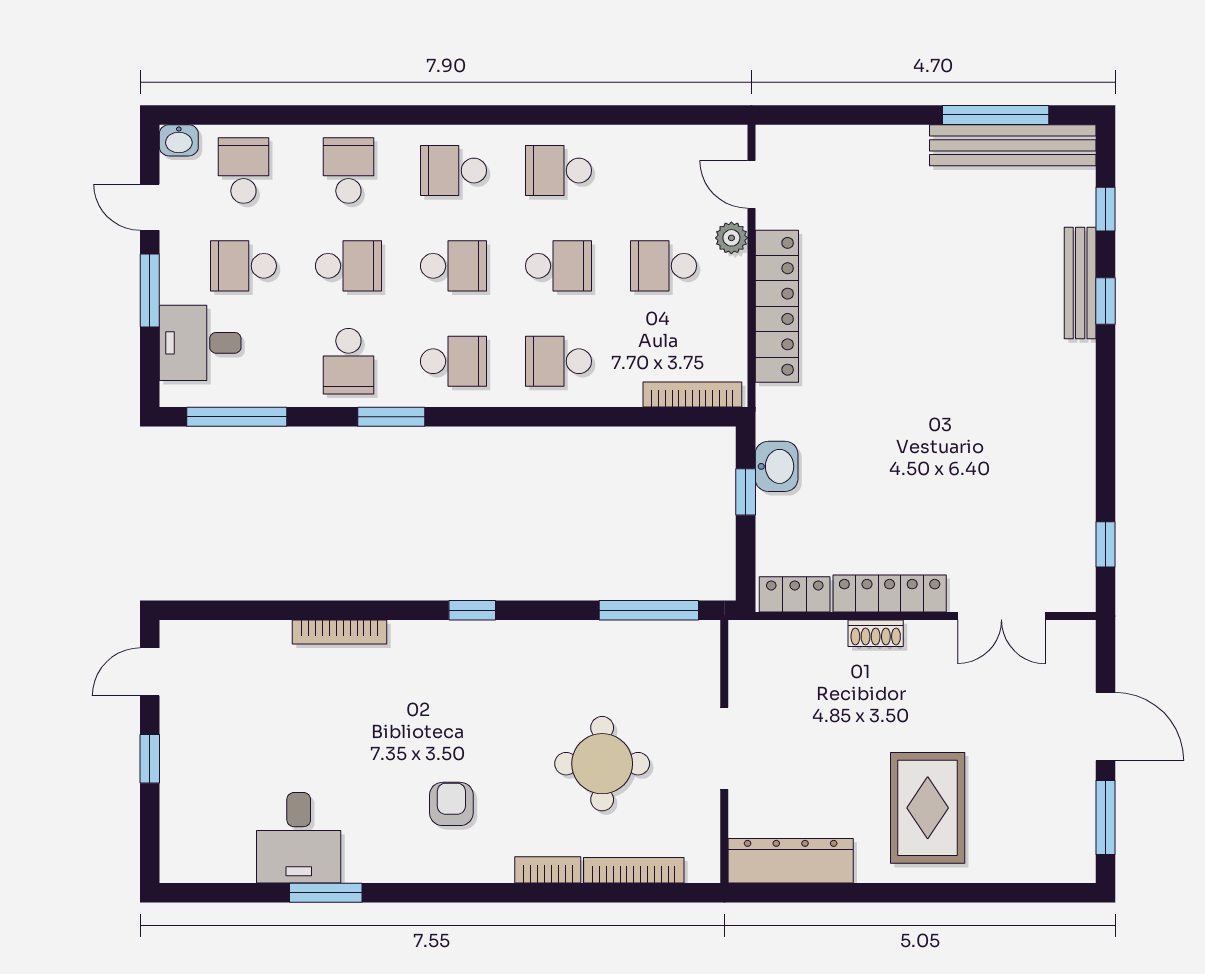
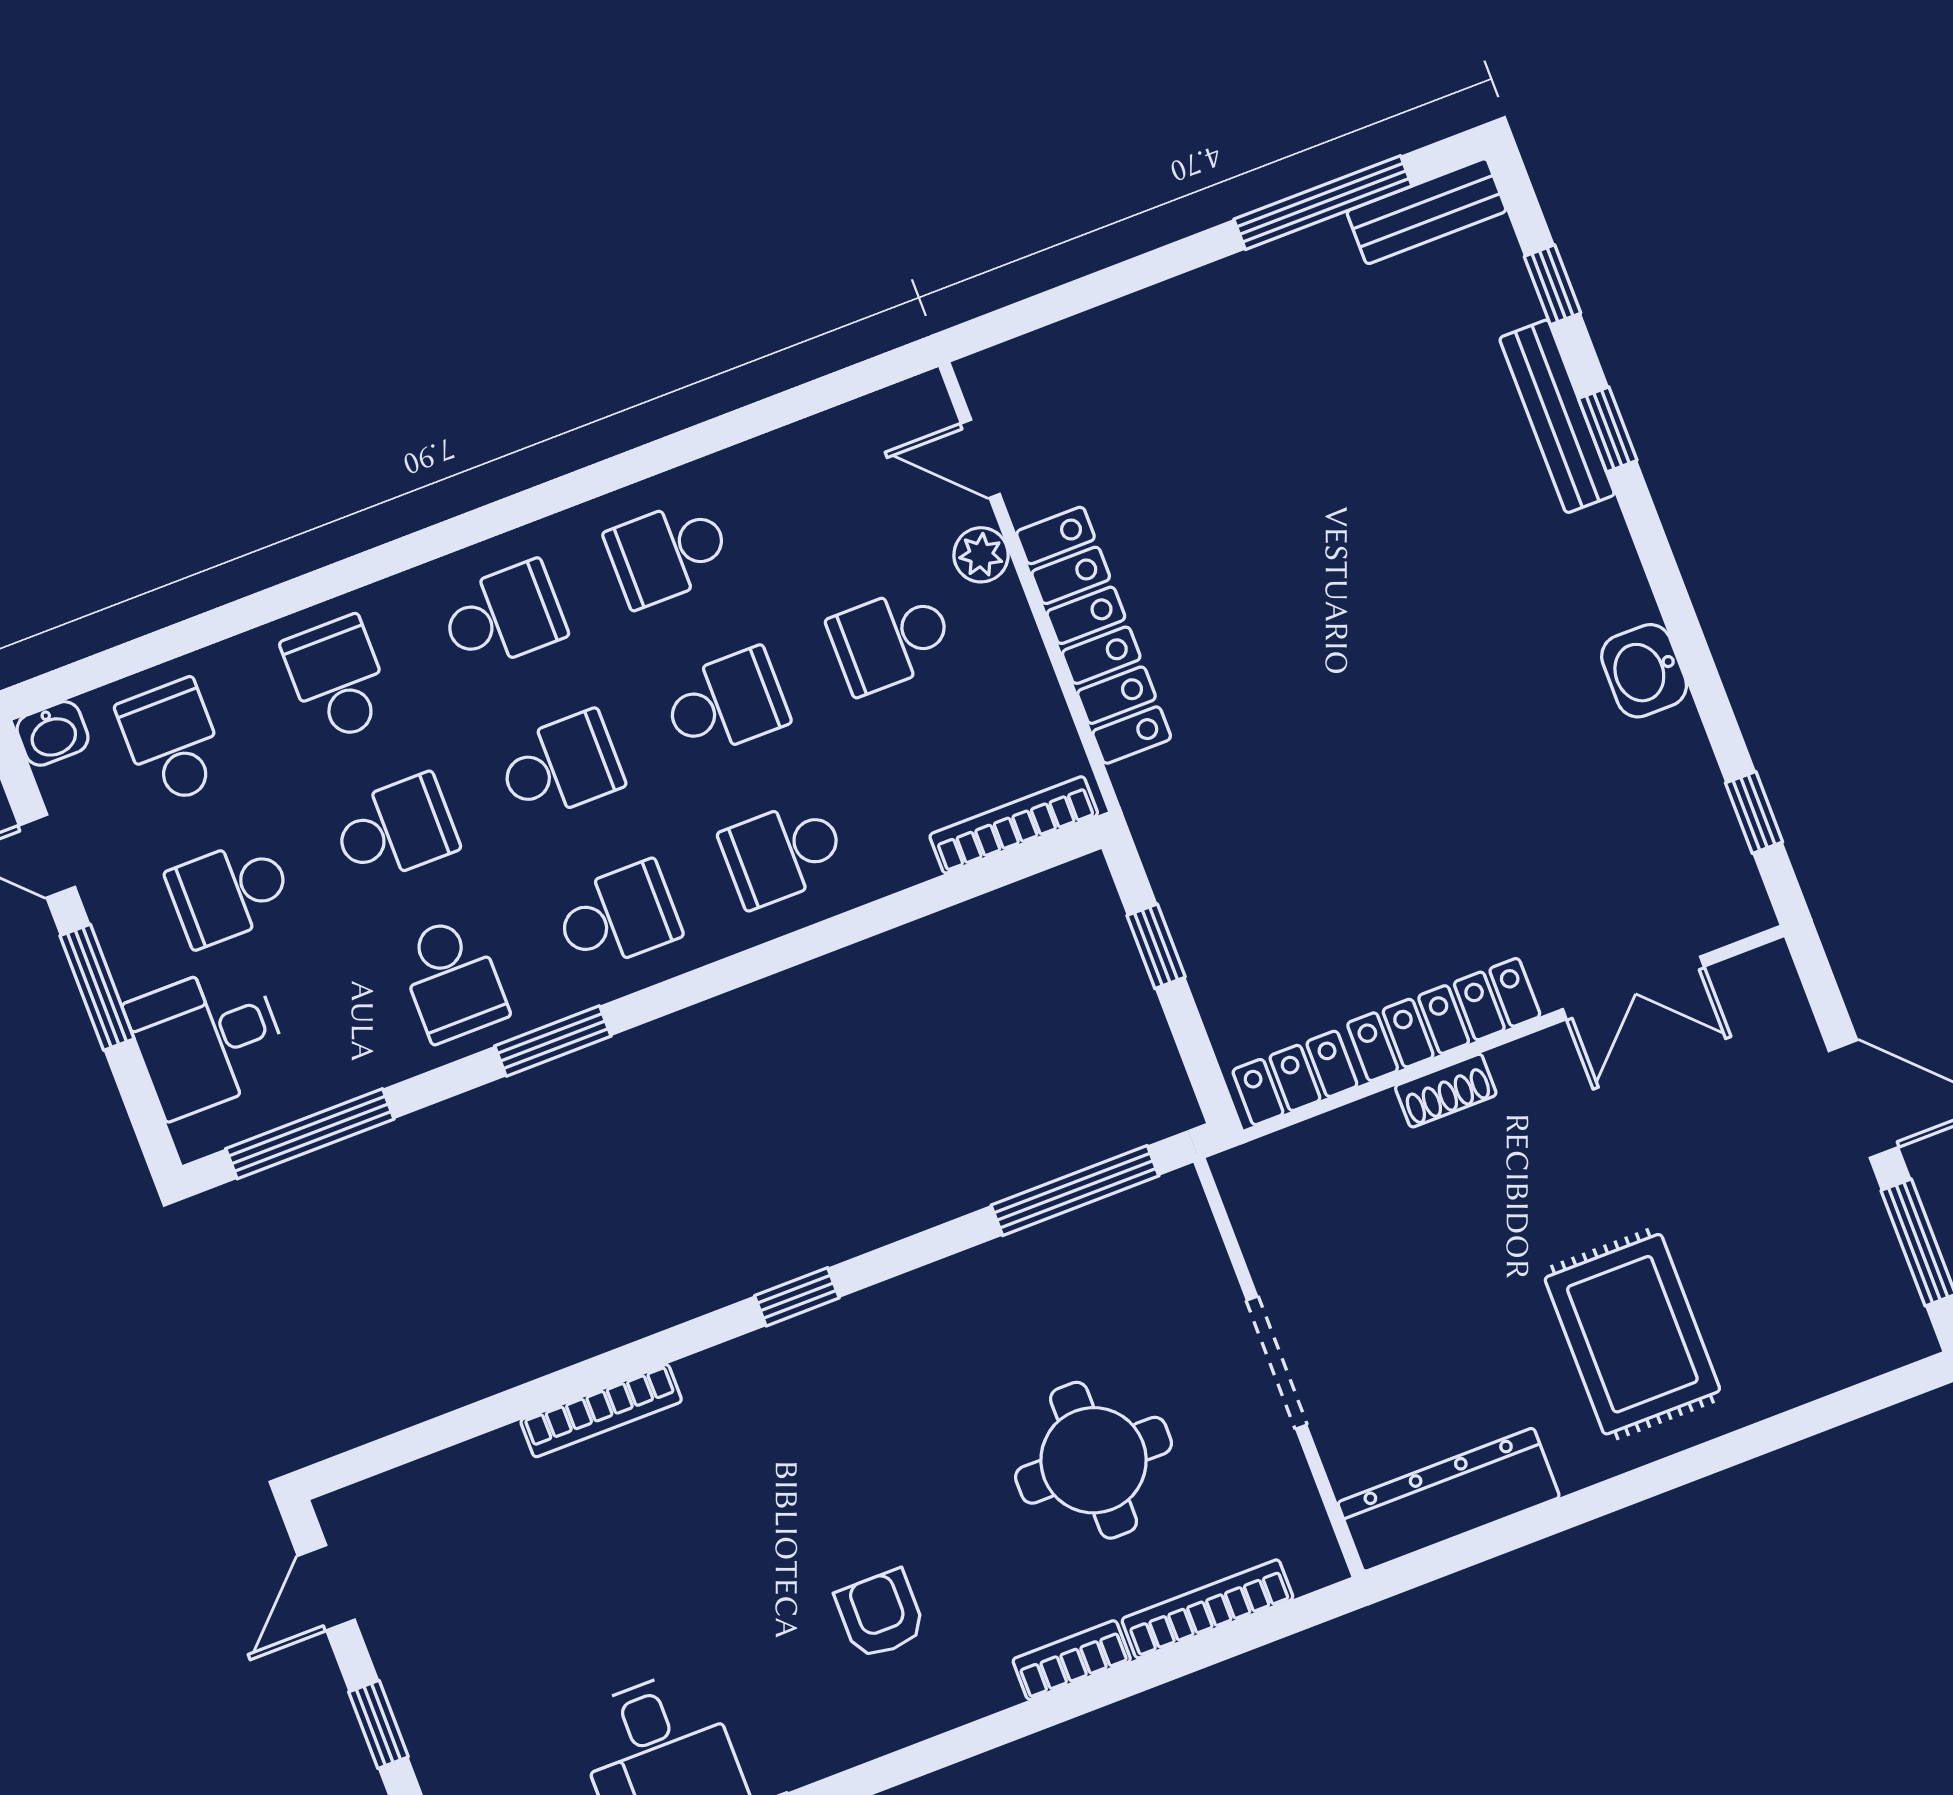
bench: (1013, 145) -> (1427, 211), width x0.54, depth x0.82
school desk: (453, 171) -> (503, 616), turned 180
washbasin: (777, 466) -> (1644, 671), moved, turned 180

